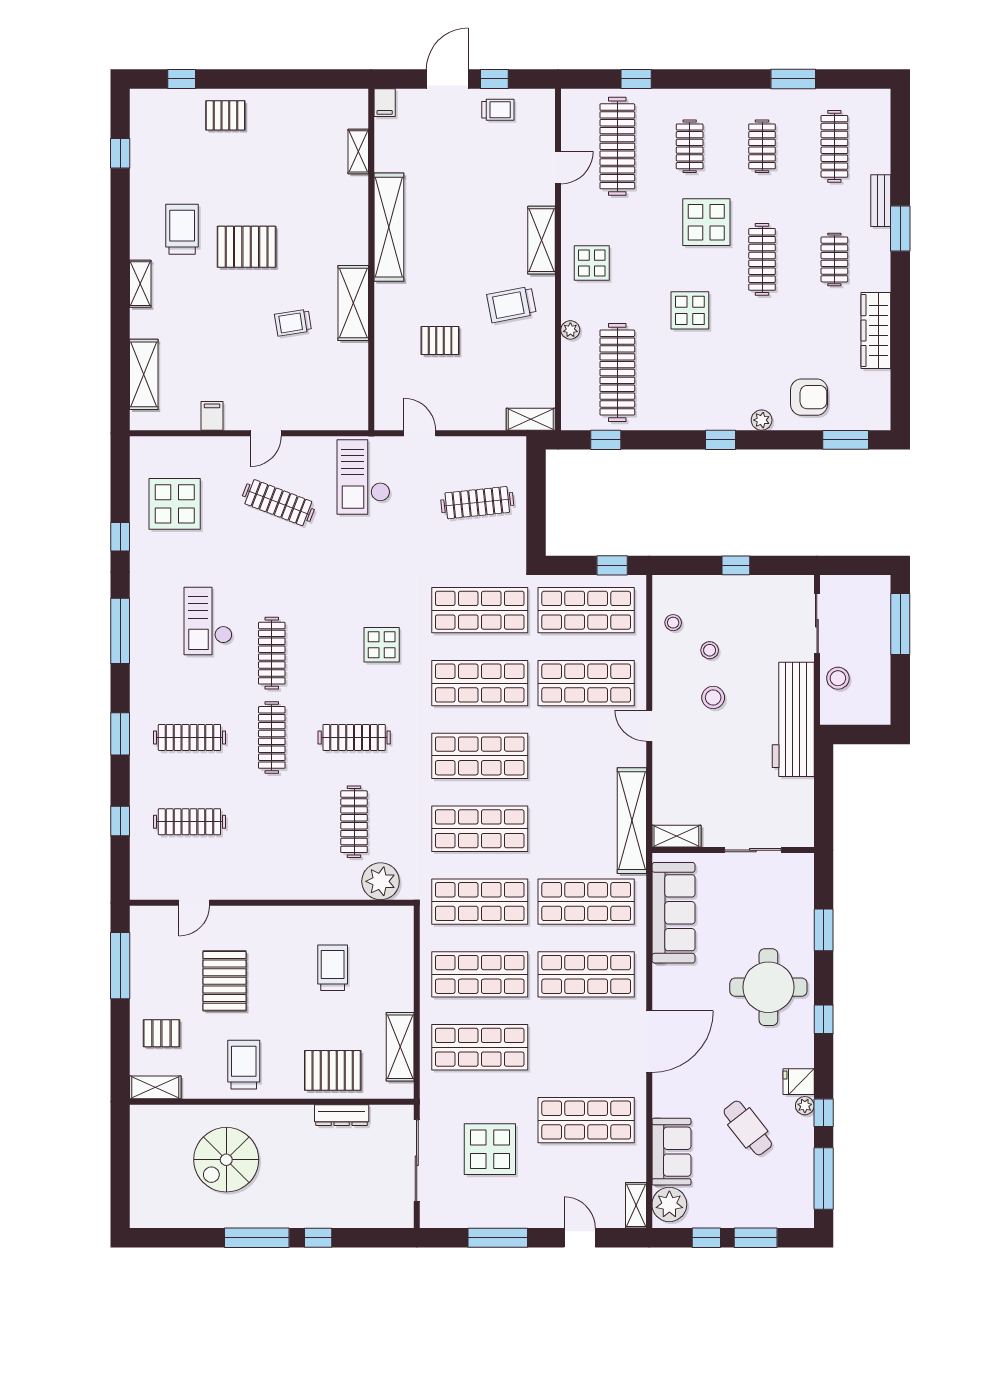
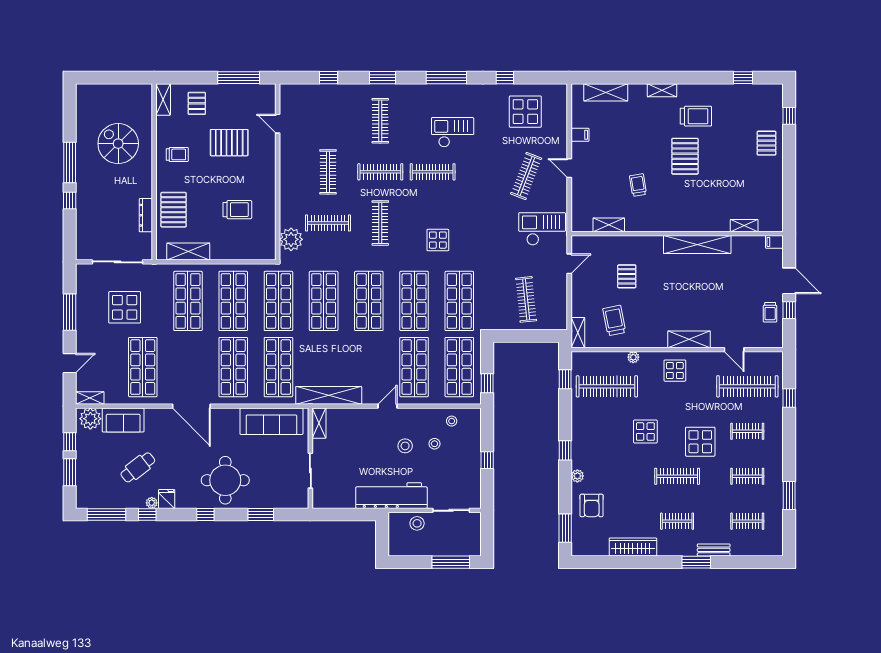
clothes rail: (834, 146) -> (747, 521), width x0.73
shelving: (353, 303) -> (609, 225), moved, width x0.67, depth x0.75
trolley: (511, 304) -> (614, 320), moved
clothes rail: (189, 822) -> (328, 172), moved
trolley: (244, 1065) -> (177, 154), width x0.73, depth x0.72

